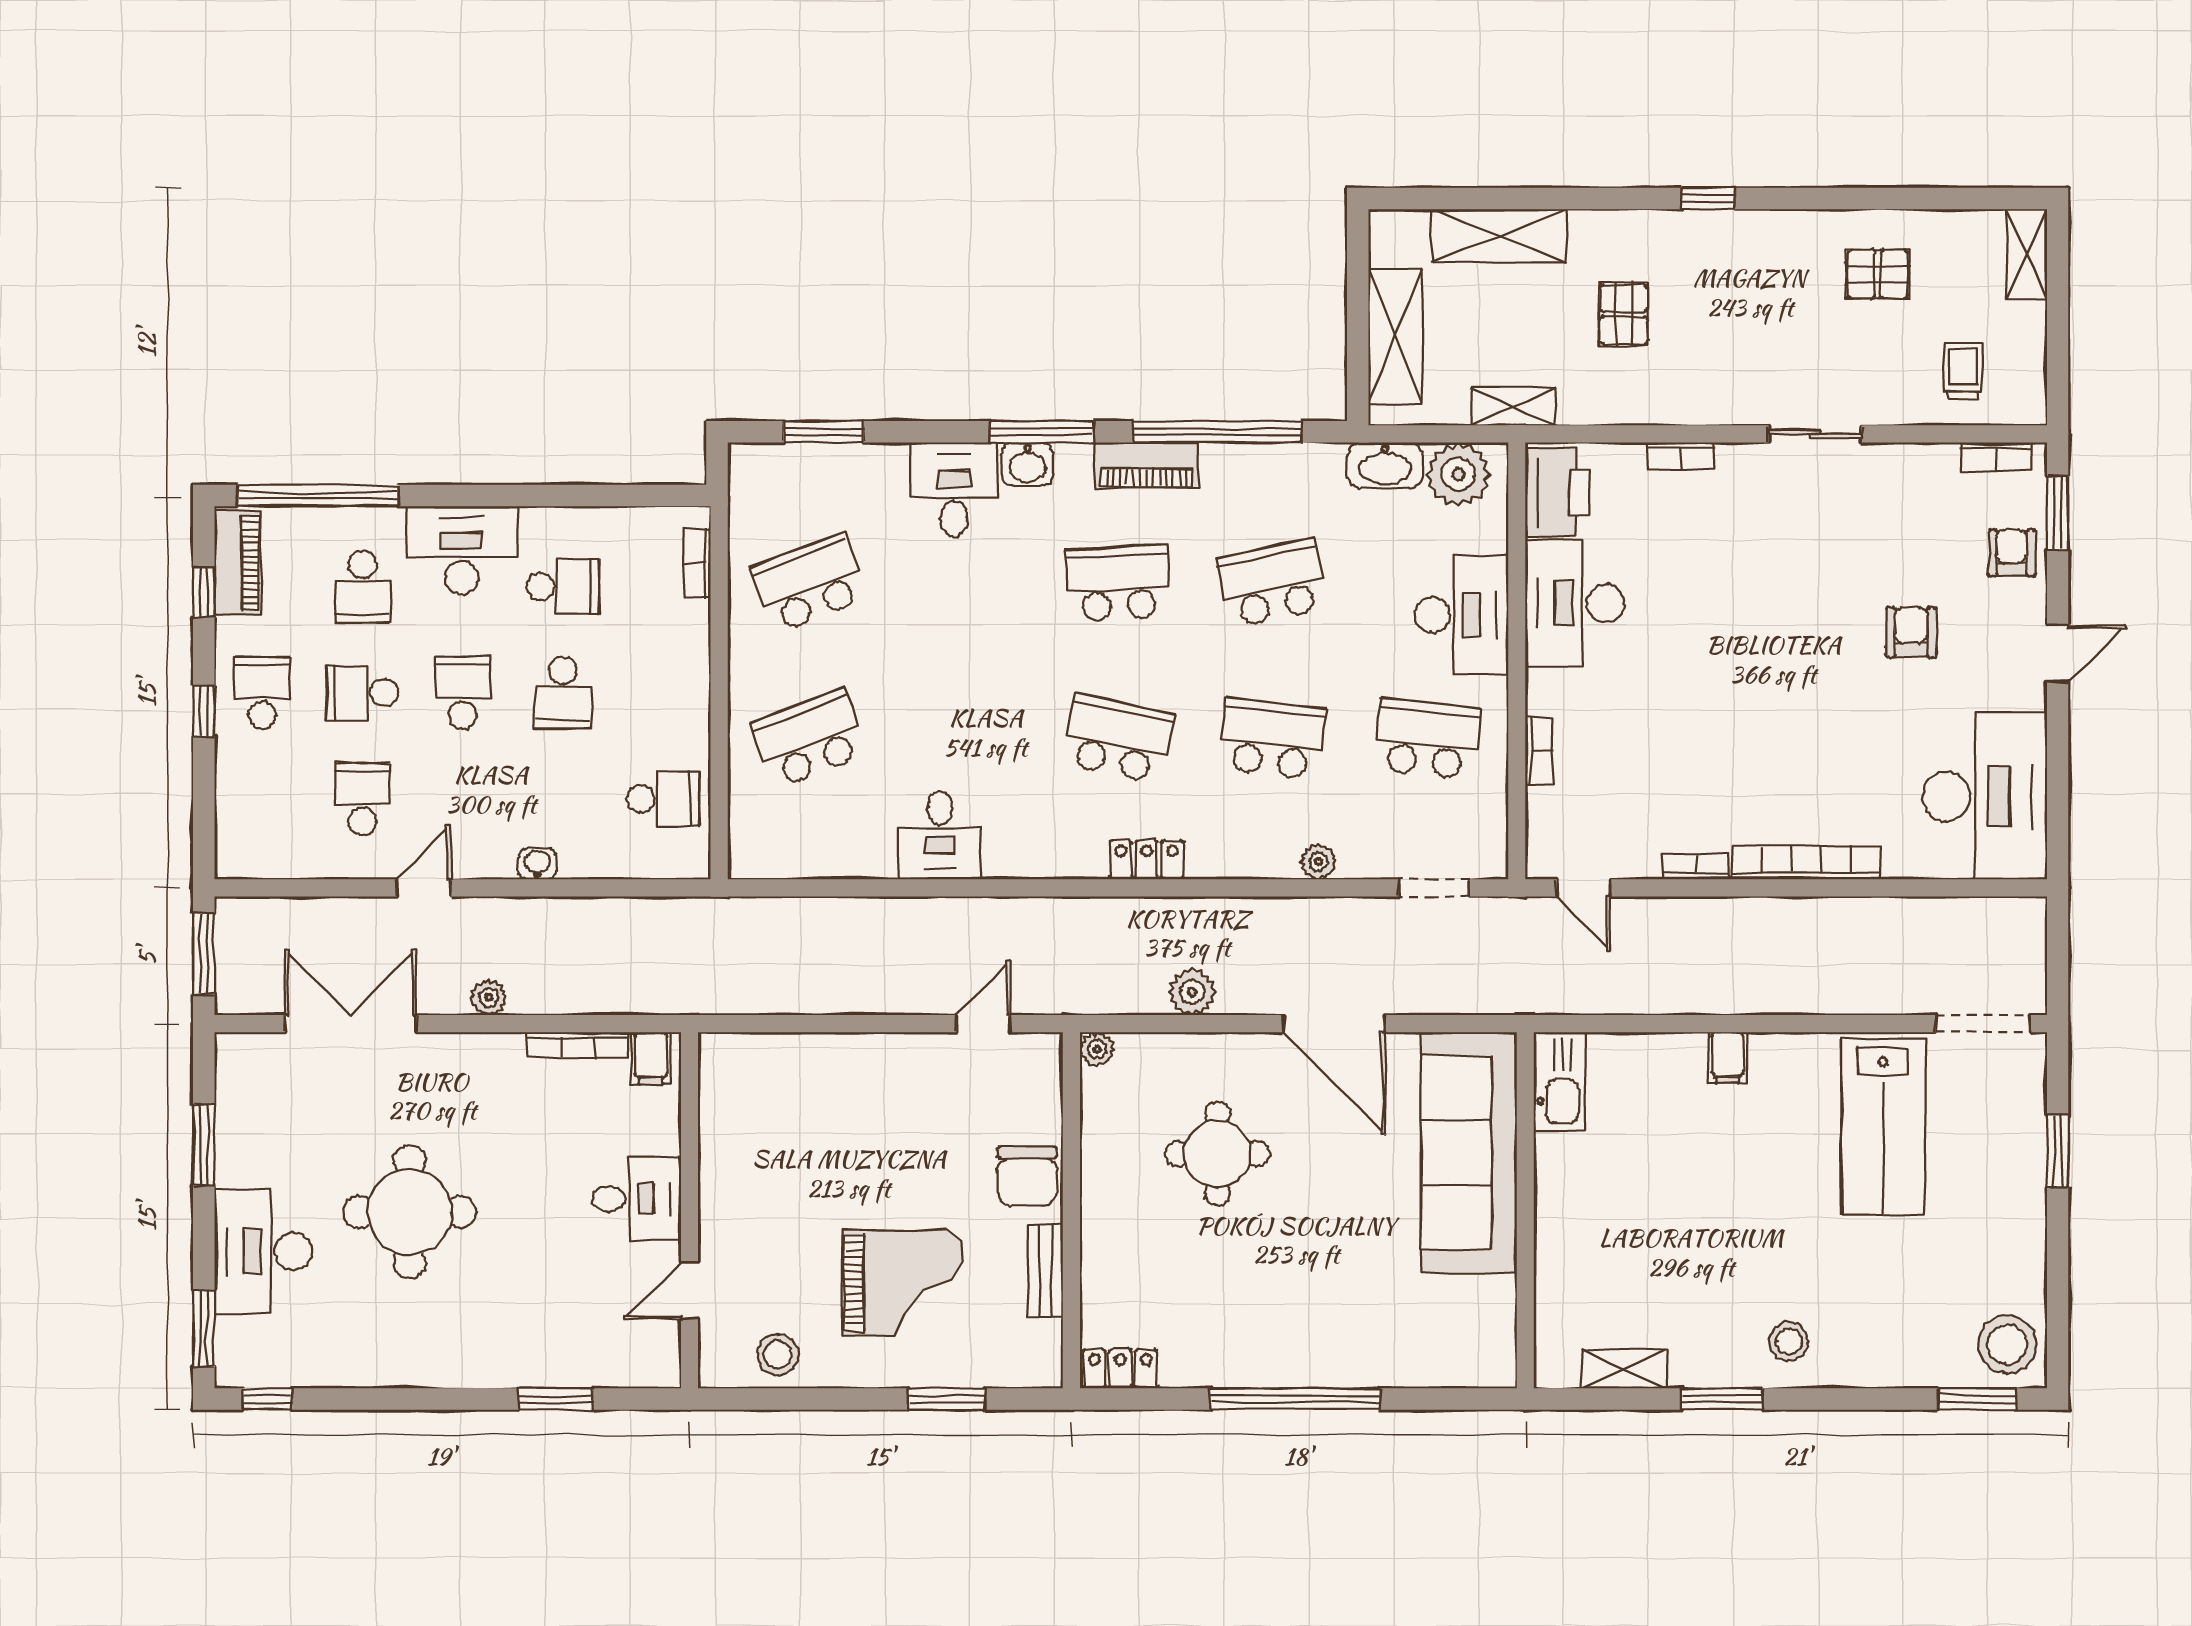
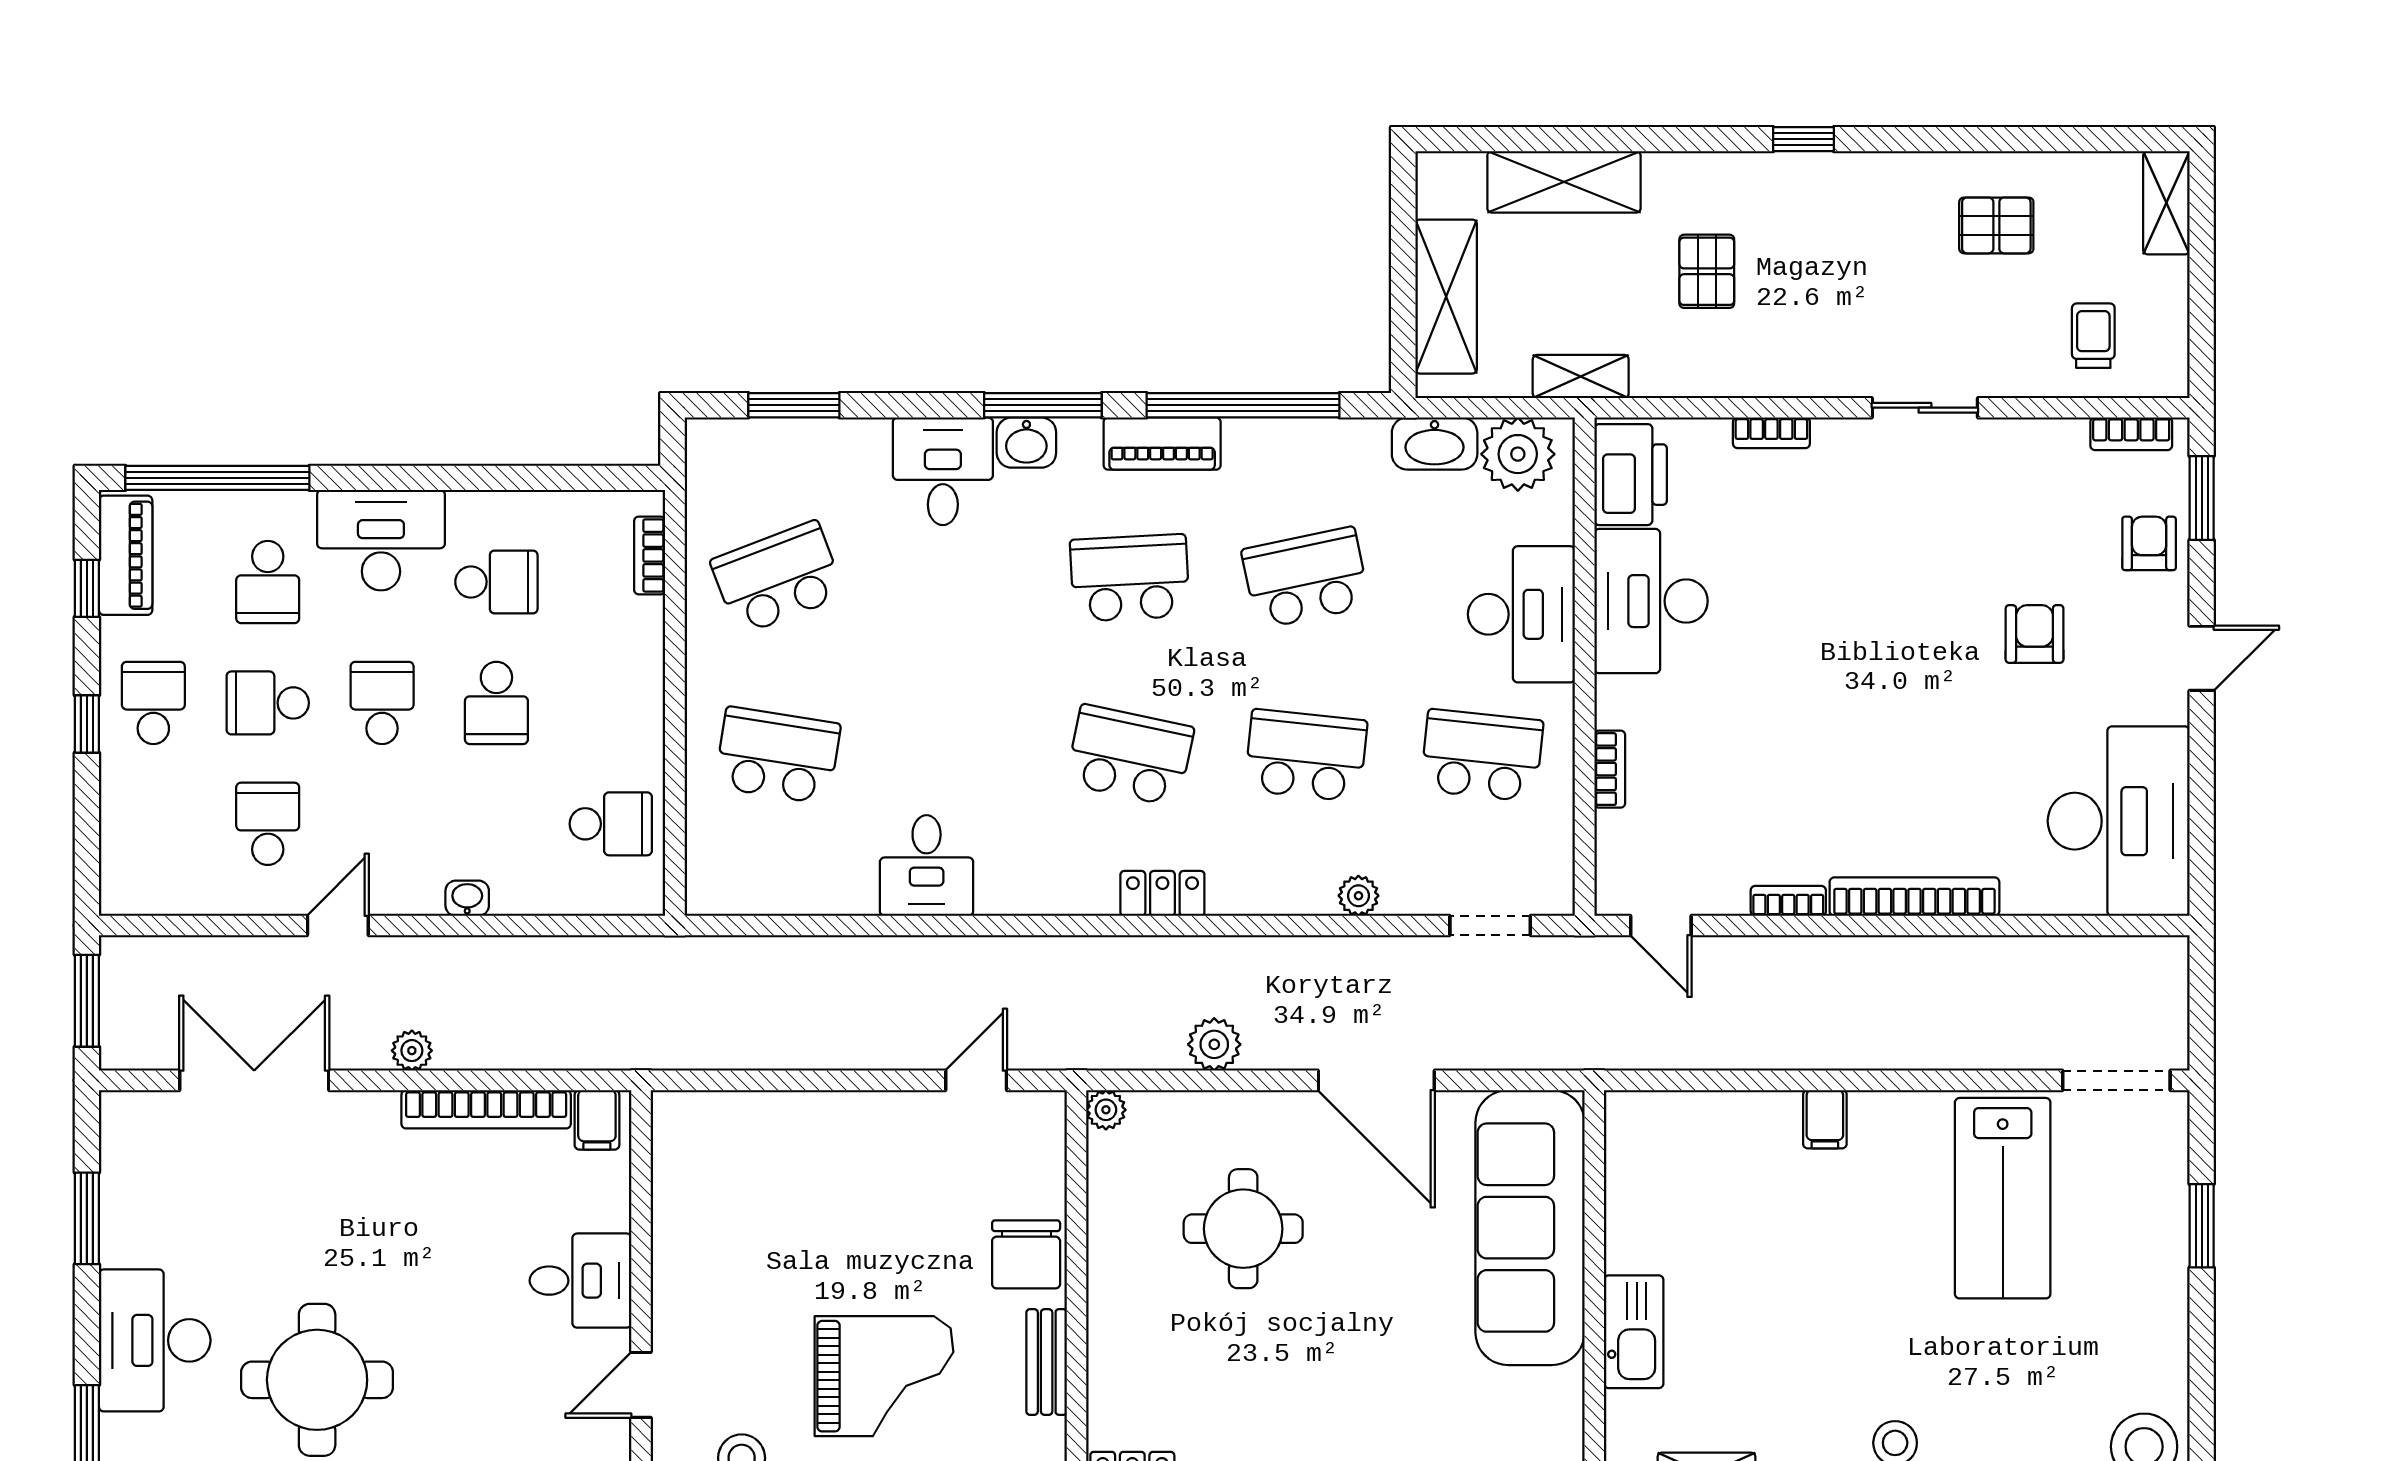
school desk: (809, 739) -> (778, 755), turned 30
bookcase: (578, 1045) -> (486, 1109), width x1.48, depth x1.31
kitchen sink: (1560, 1081) -> (1634, 1332), moved
round table: (410, 1212) -> (317, 1380), moved

